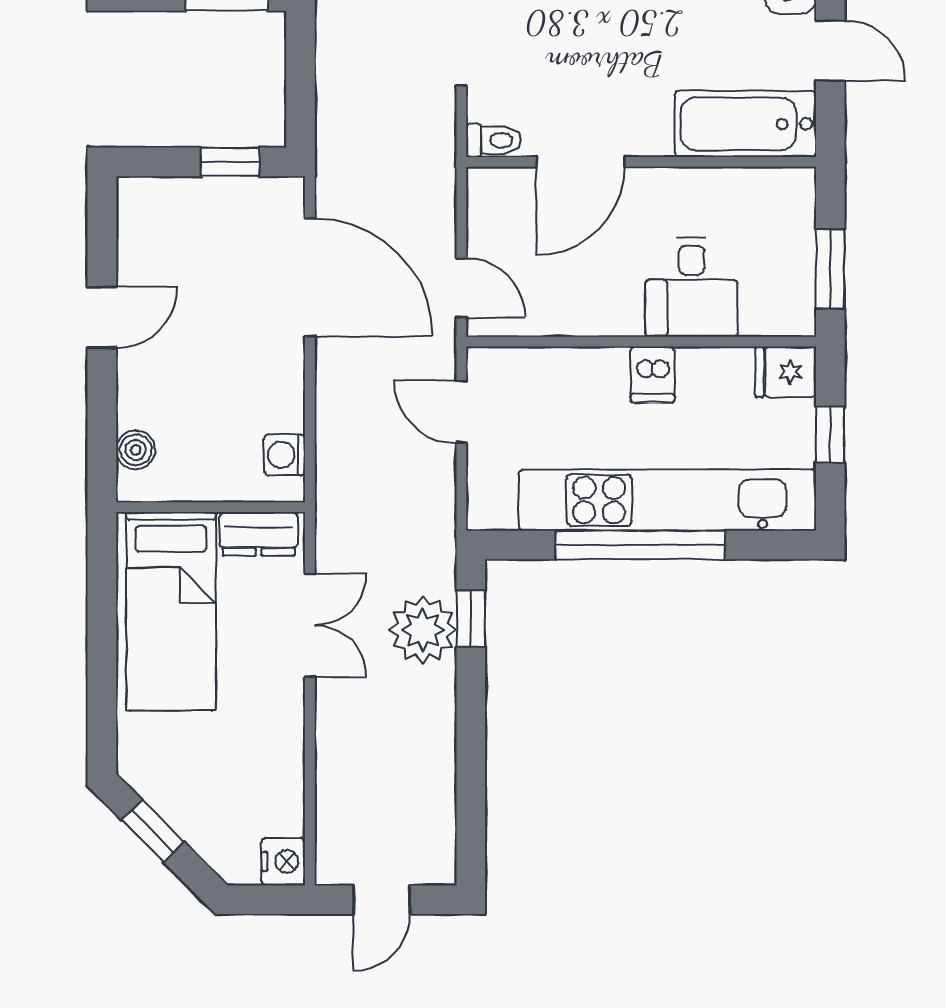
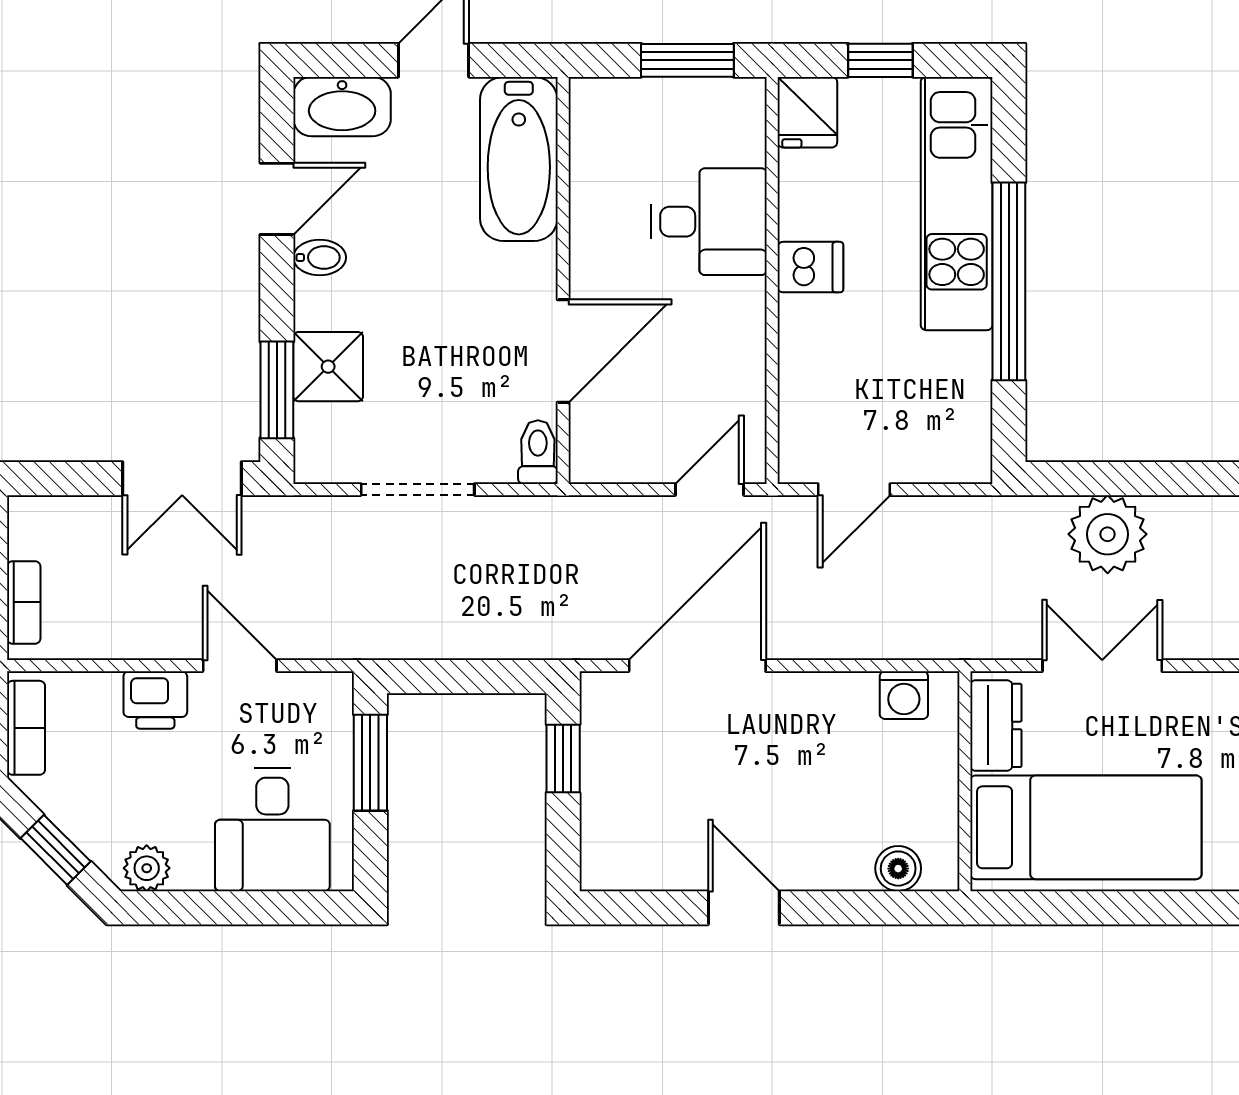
door: (580, 162) -> (563, 351), hinge flipped
kitchen unit: (667, 500) -> (957, 204), width x0.73
window: (471, 618) -> (1094, 479), removed

